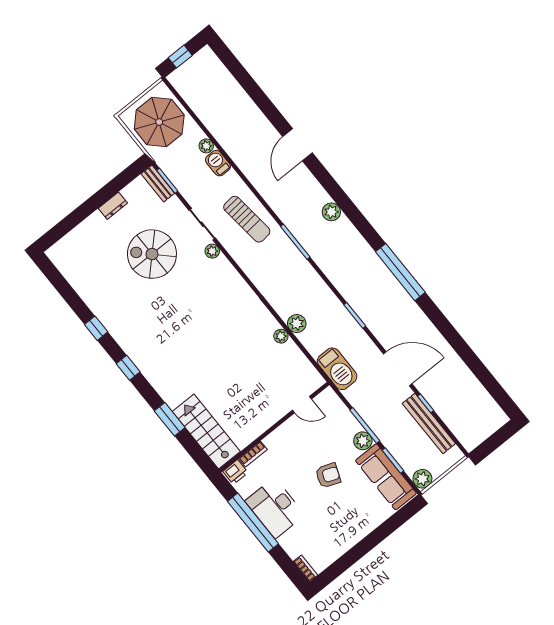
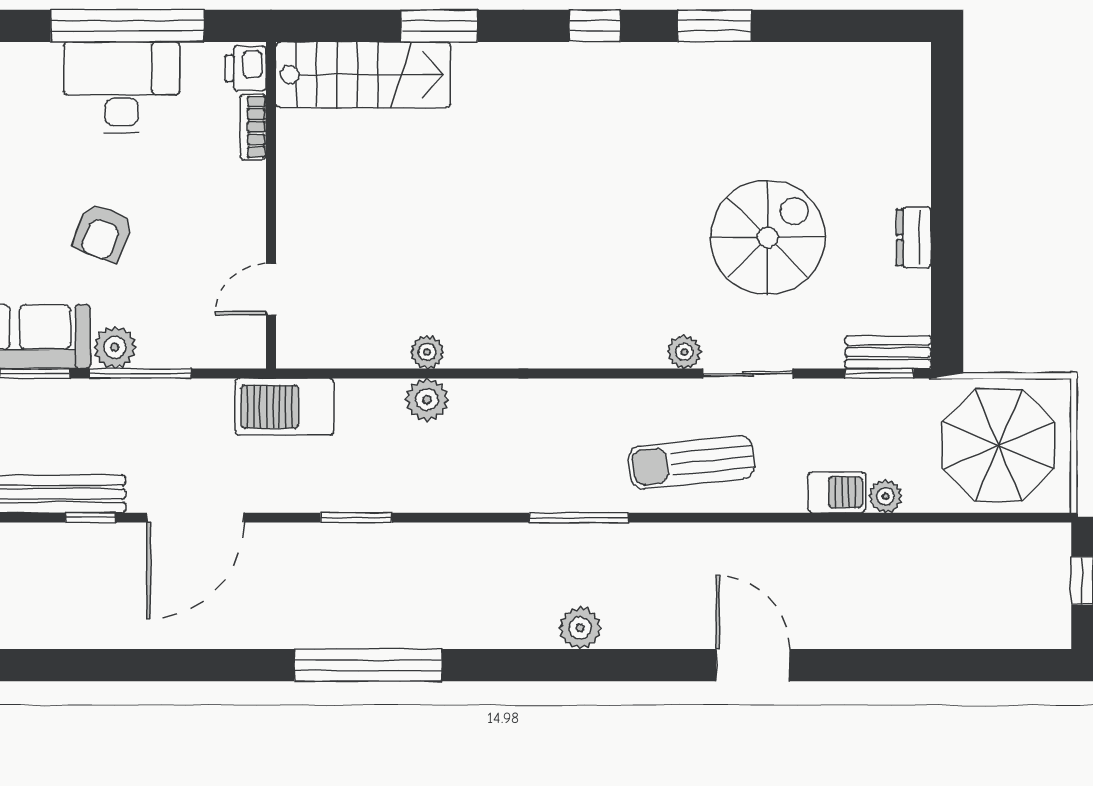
window: (96, 328) -> (715, 26), width x1.50

